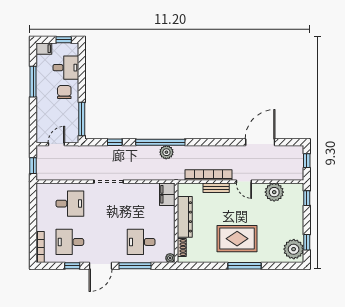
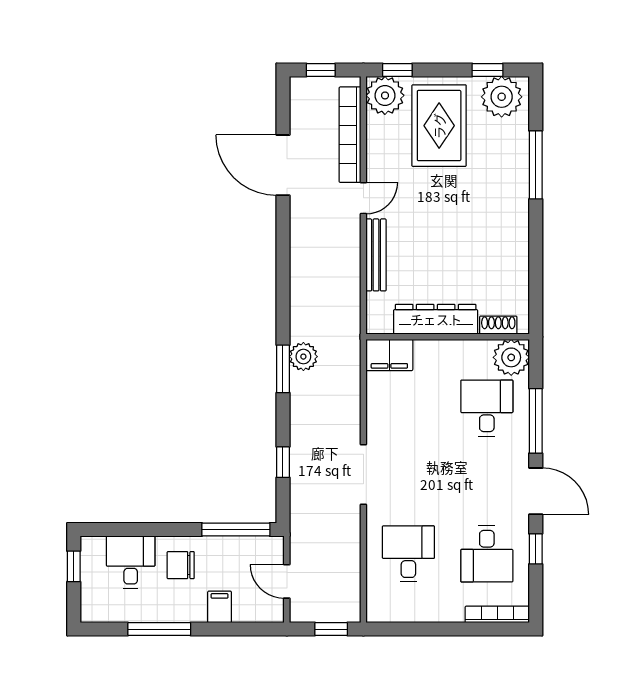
filing cabinet: (44, 49) -> (220, 607), moved
window: (160, 142) -> (283, 369), width x0.47
bookcase: (209, 175) -> (350, 135), moved
bench: (216, 188) -> (376, 255), width x1.36
plant: (274, 192) -> (385, 95), moved
rug: (237, 239) -> (439, 126), moved
desk: (141, 242) -> (487, 408), turned 180
plant: (170, 258) -> (511, 357), width x1.88, depth x1.88
window: (245, 266) -> (536, 165), moved

